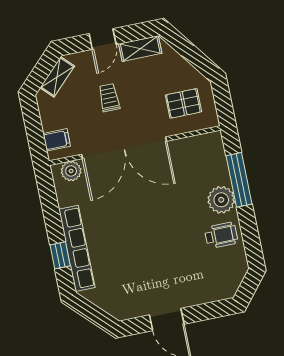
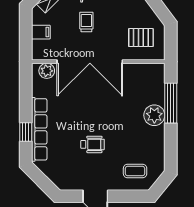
filing cabinet: (57, 140) -> (41, 32), moved
wheelchair: (221, 235) -> (93, 144), moved
coffee table: (211, 277) -> (135, 171), added

